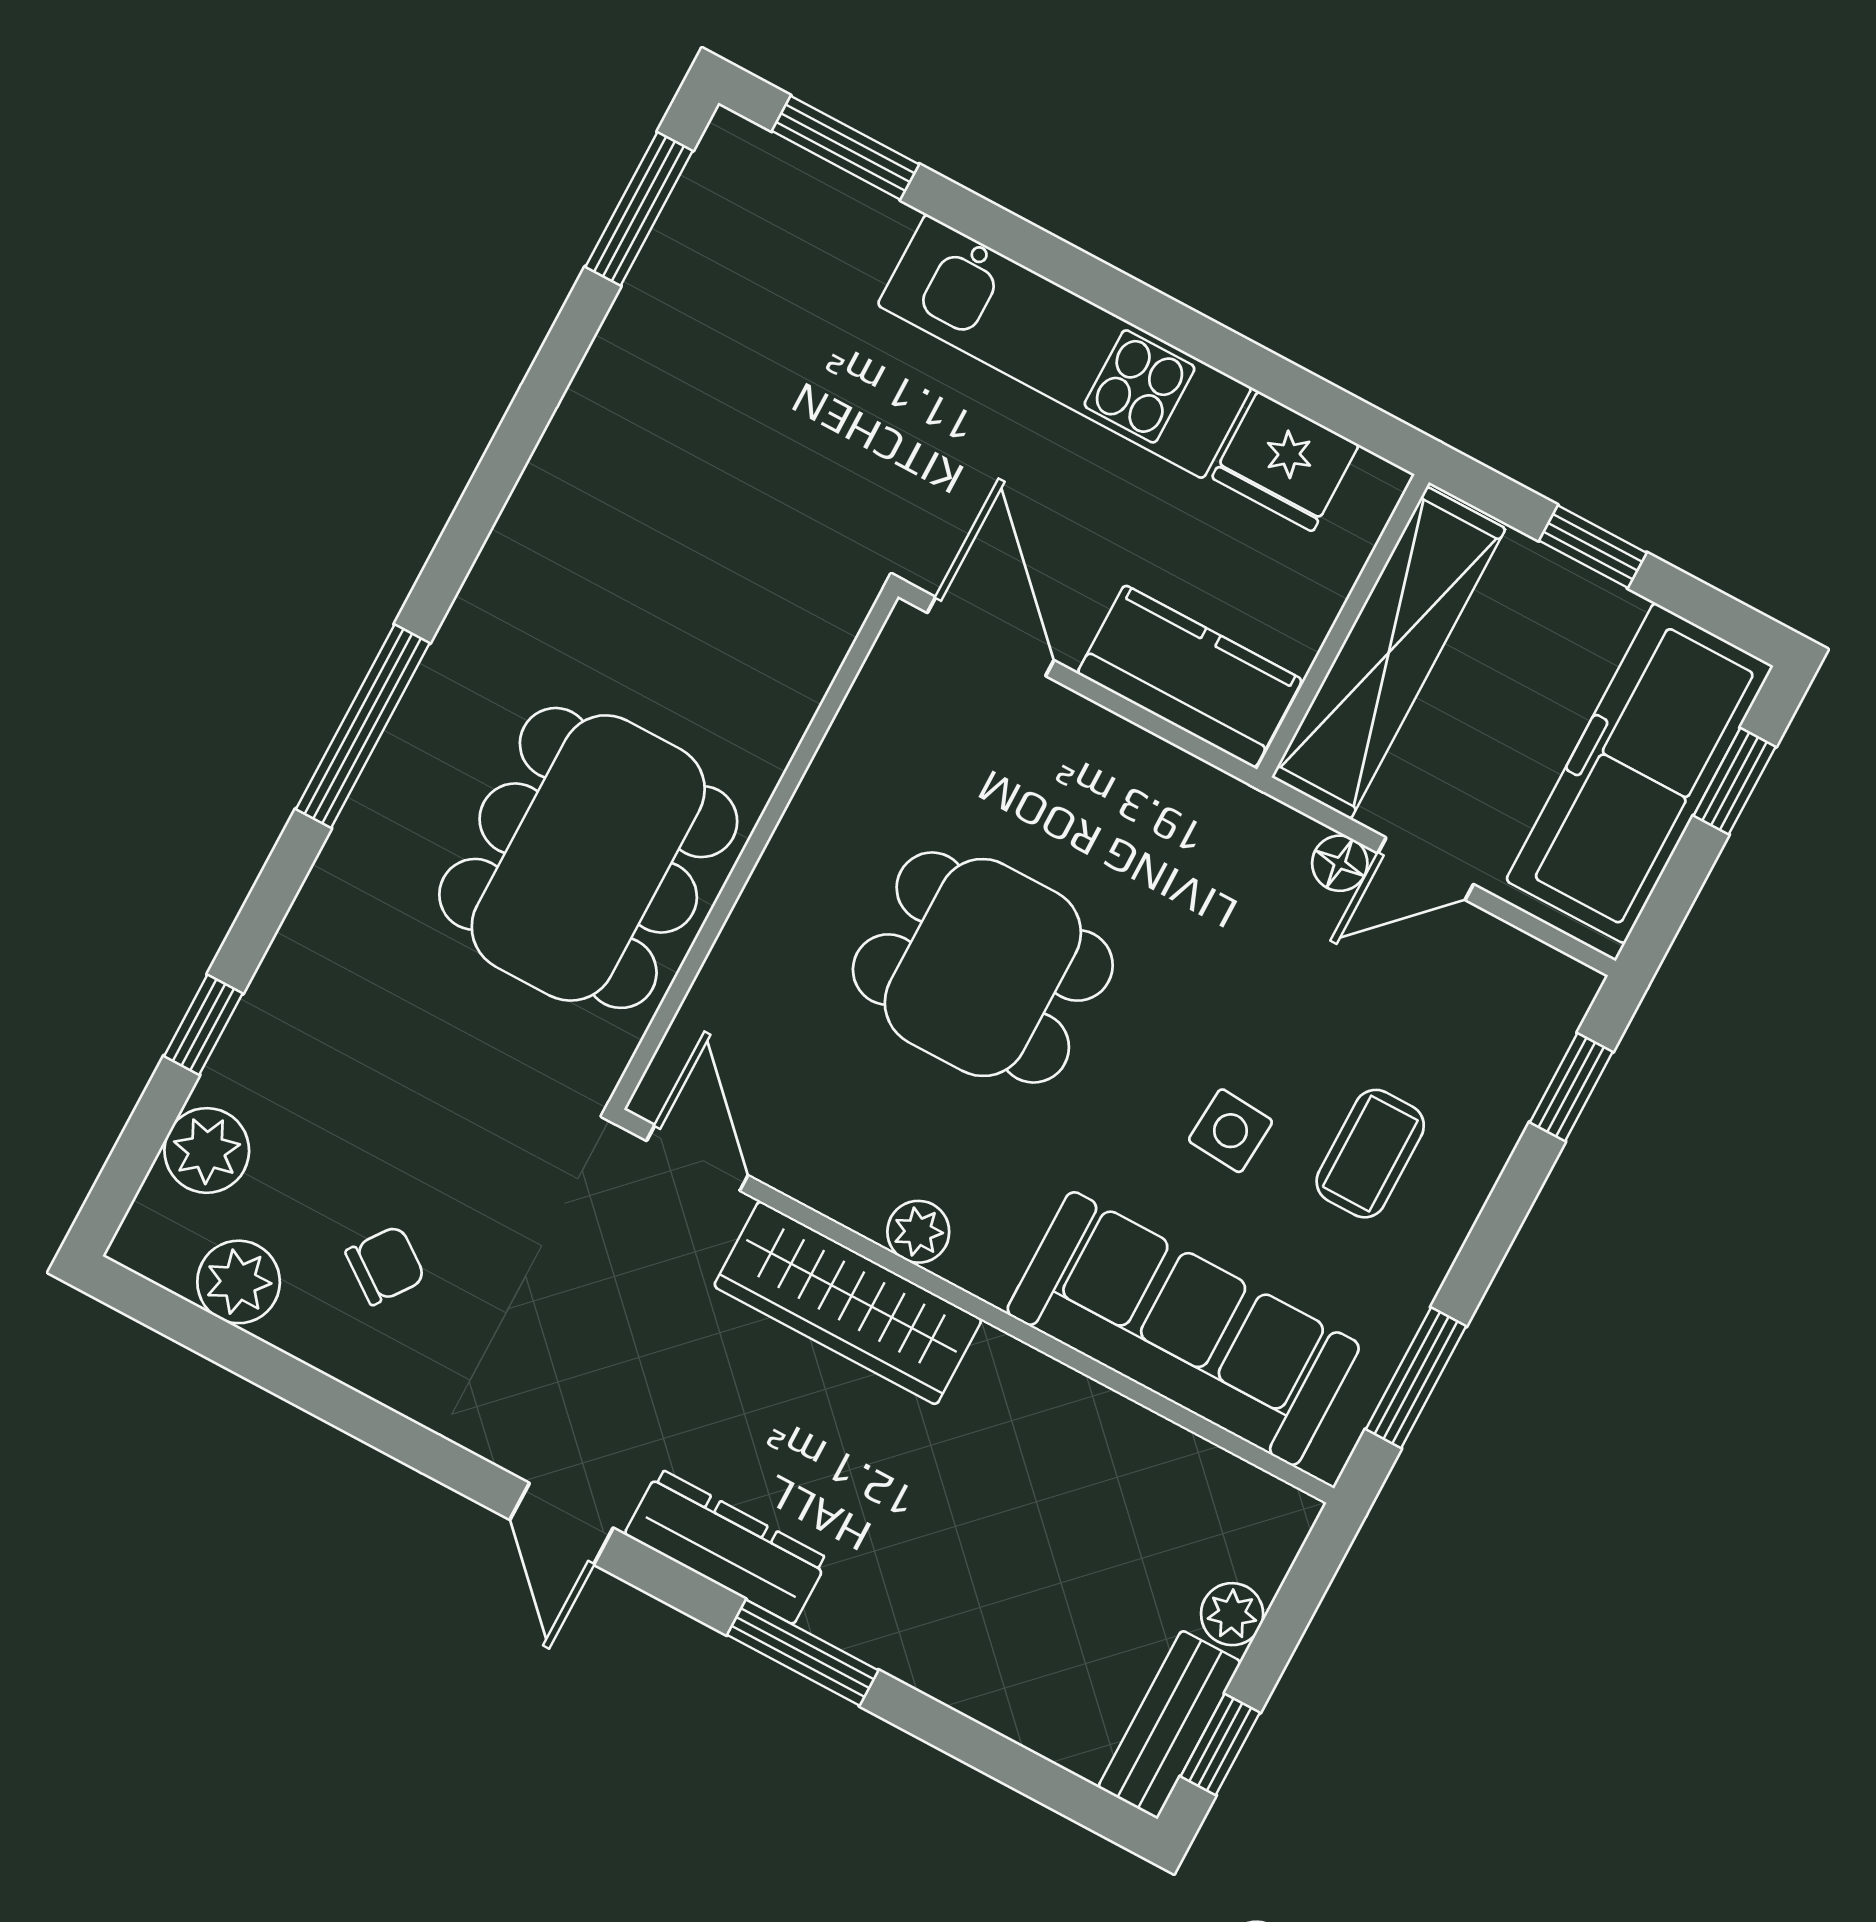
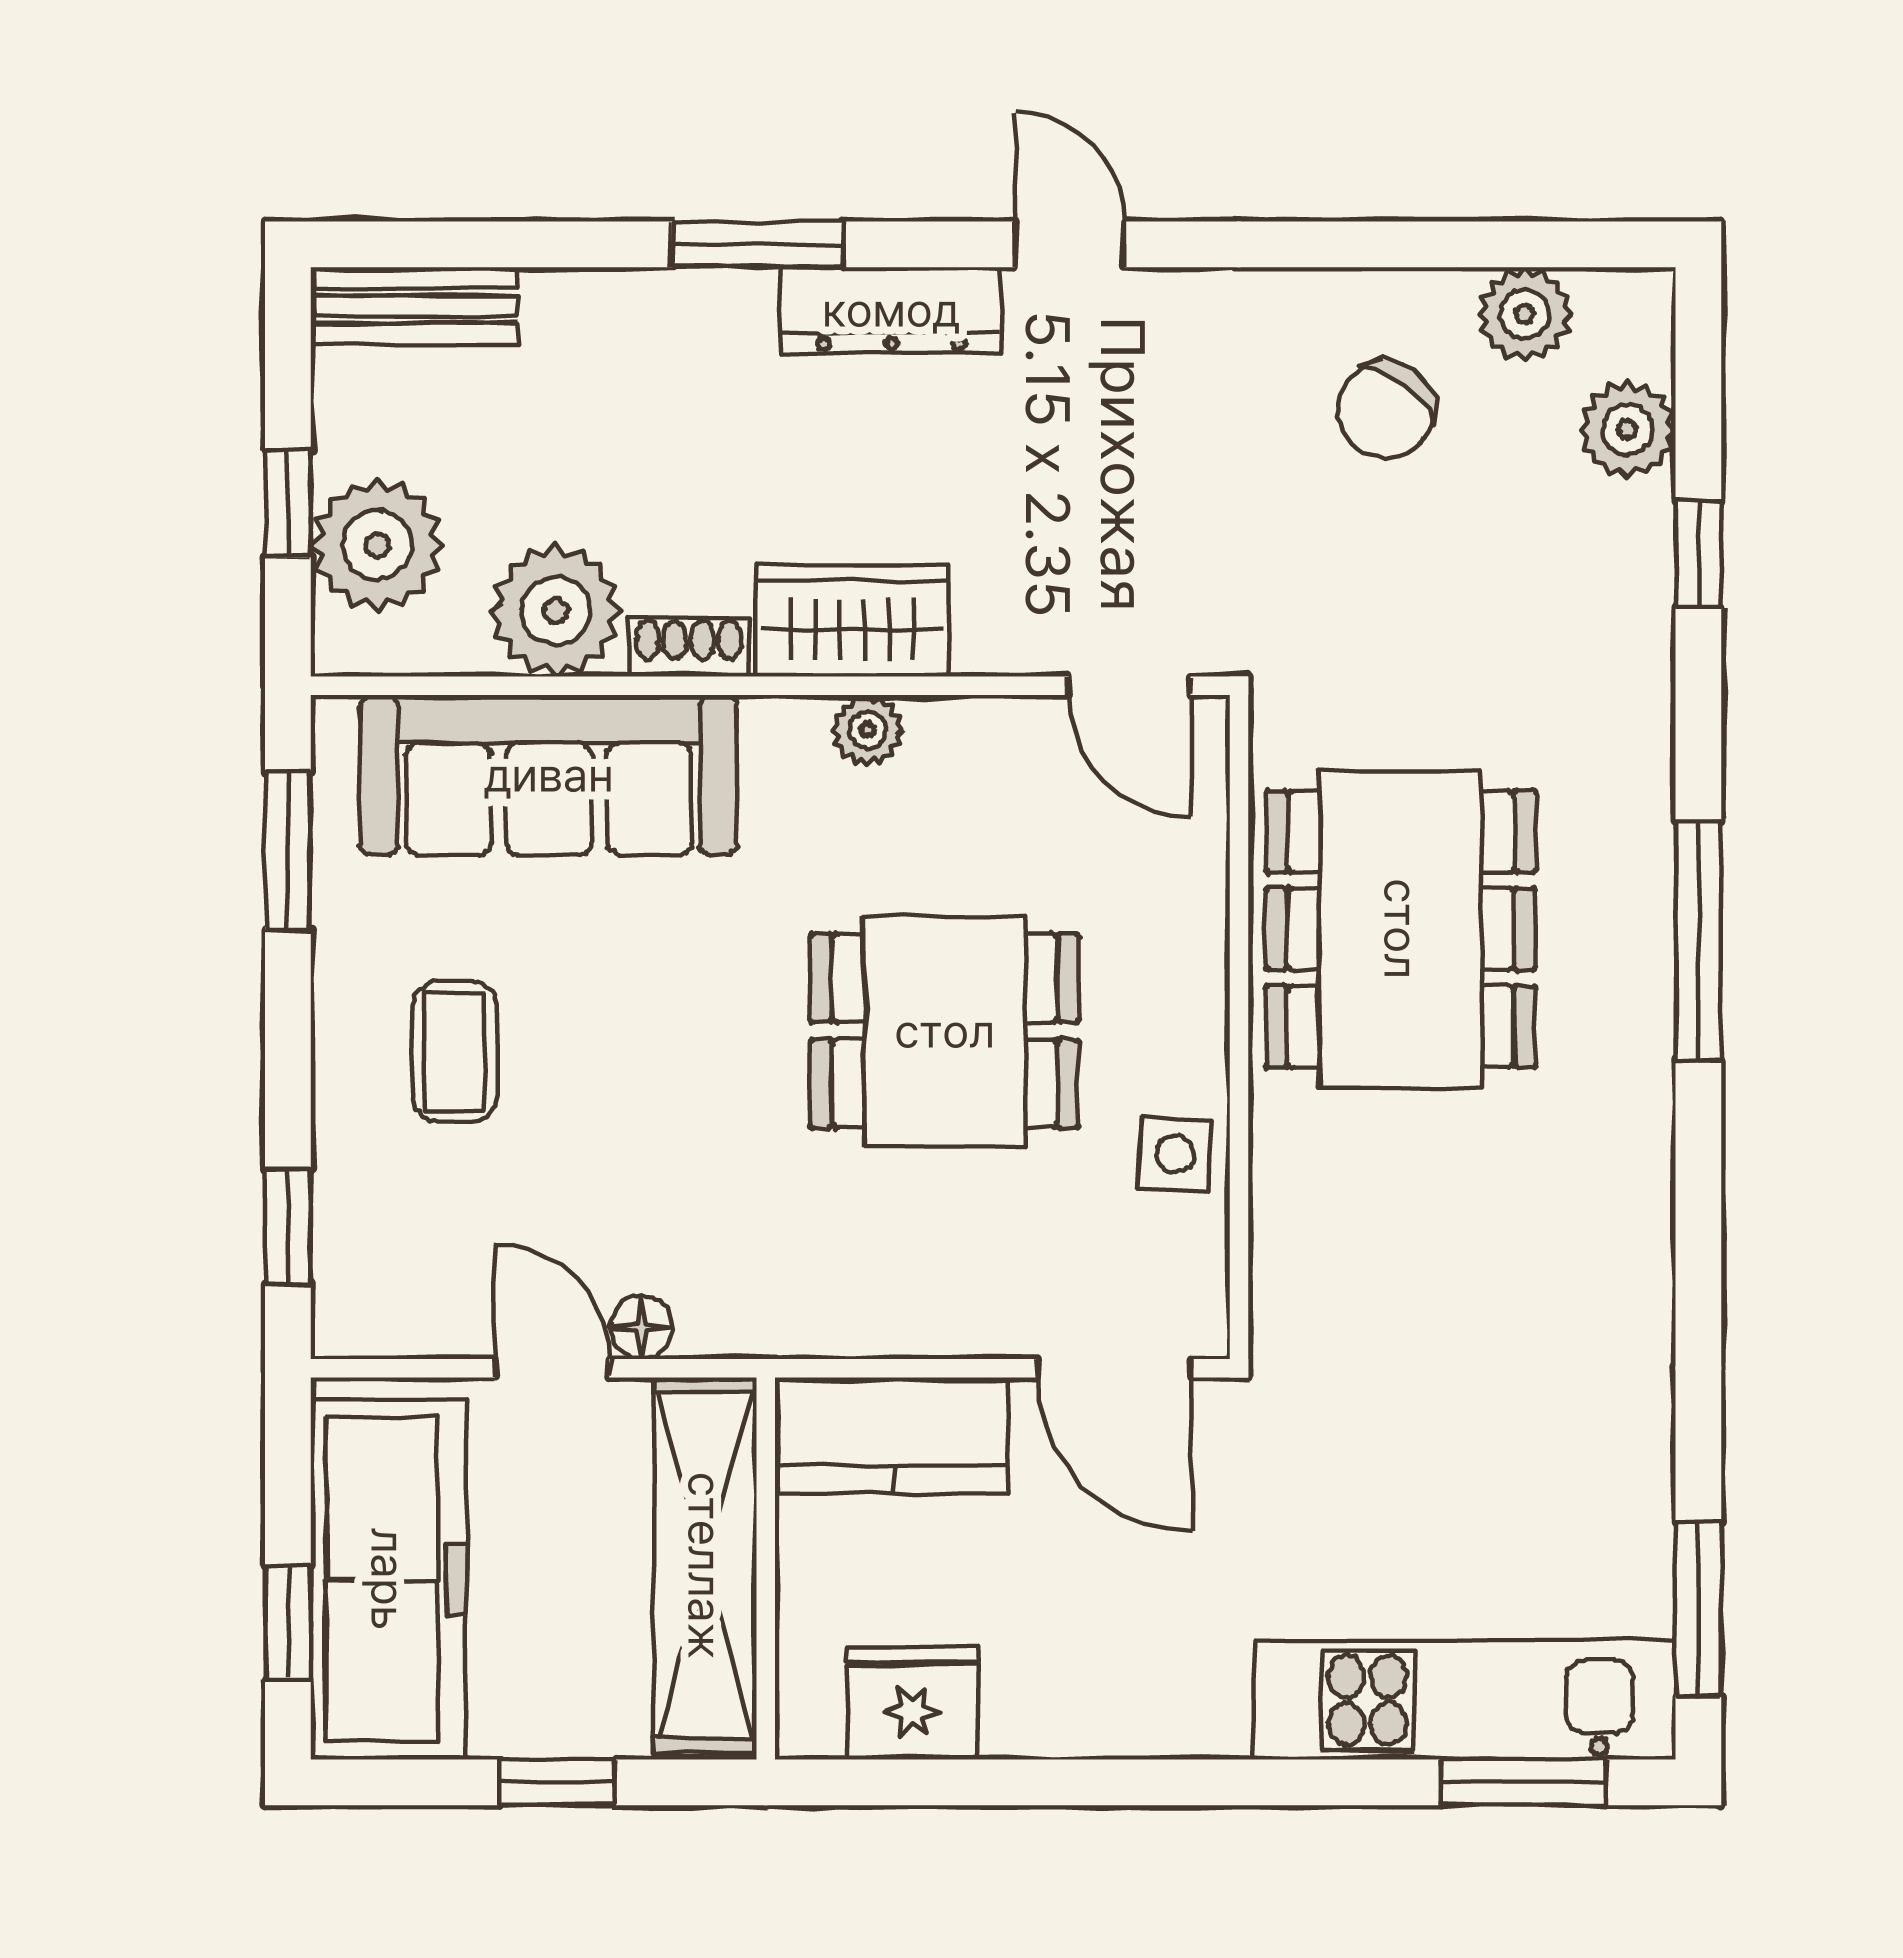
kitchen unit: (1064, 346) -> (1465, 1700), moved
door: (1426, 869) -> (552, 1368), hinge flipped
side table: (1230, 1131) -> (1175, 1154), moved
chair: (385, 1265) -> (1386, 410), width x1.37, depth x1.37
wardrobe: (848, 1303) -> (852, 621), width x0.67
shoe rack: (1022, 1369) -> (689, 648), added
plant: (1110, 1453) -> (556, 611), added
plant: (1232, 1614) -> (377, 545), width x1.88, depth x1.88
bench: (1170, 1725) -> (416, 306), moved, turned 90
window: (1220, 1745) -> (288, 504), moved

